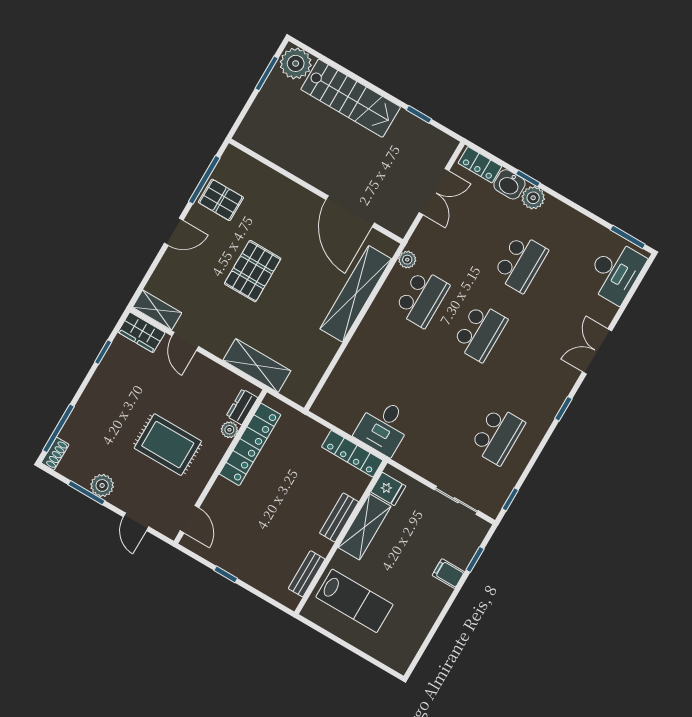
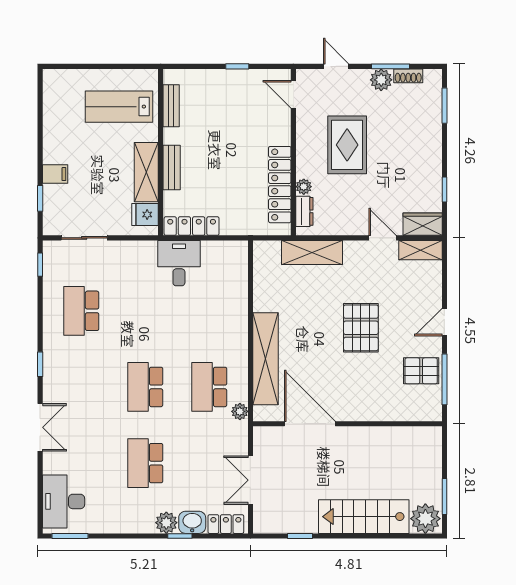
window: (58, 428) -> (444, 106), width x0.69
rug: (168, 445) -> (347, 145), turned 90
shoe rack: (55, 454) -> (408, 76), moved, turned -90

